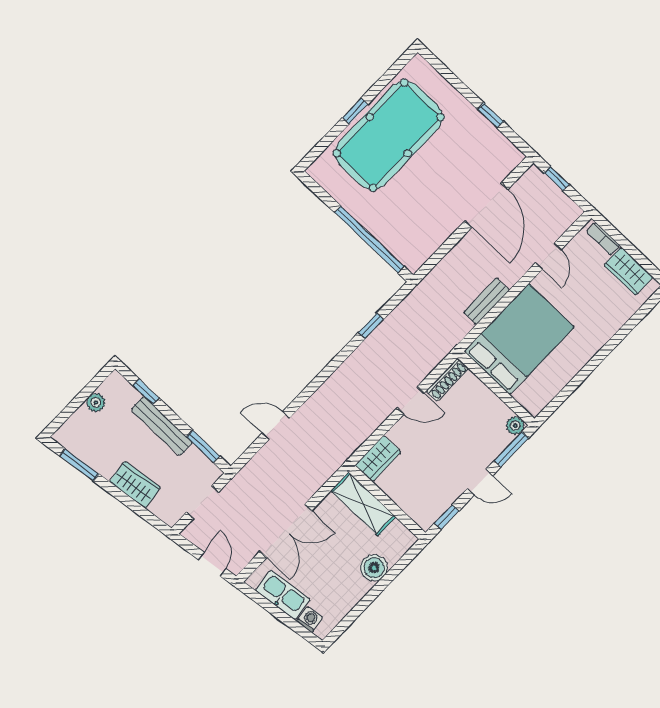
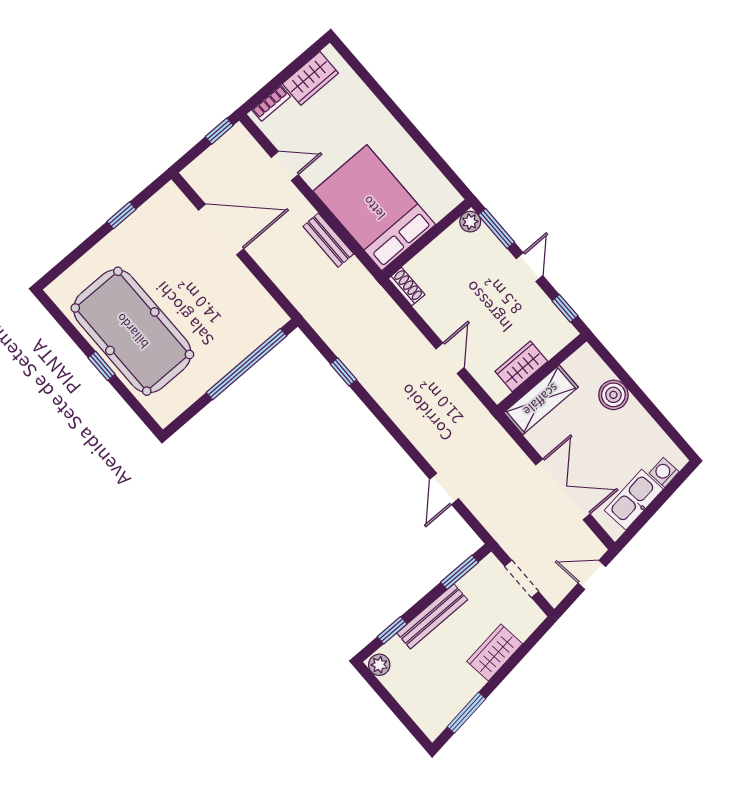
window: (557, 179) -> (219, 131), moved
shoe rack: (447, 380) -> (407, 287), width x0.70
door: (411, 400) -> (450, 358), moved
plant: (96, 403) -> (379, 665), moved
wardrobe: (378, 459) -> (521, 366), moved, turned -90

